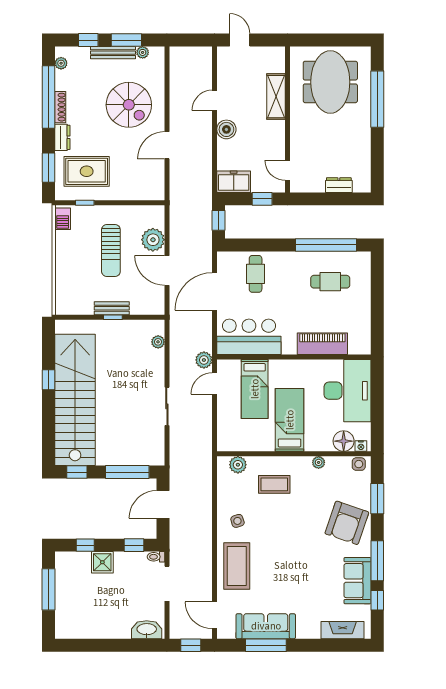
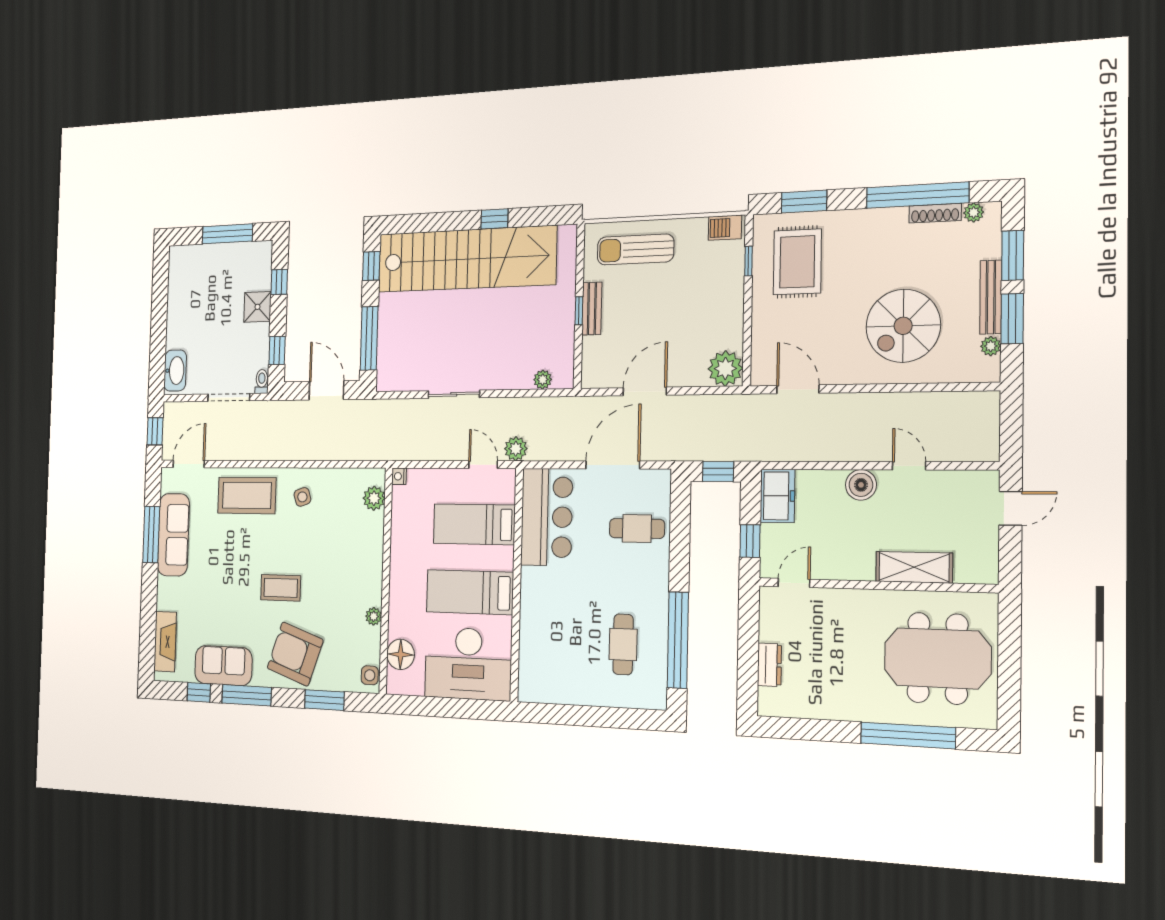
window: (88, 40) -> (1013, 255), width x1.50
shoe rack: (60, 107) -> (935, 213), moved
dresser: (62, 137) -> (852, 221), removed
door: (167, 145) -> (798, 389), moved
plant: (153, 240) -> (725, 368), moved
sun lounger: (111, 251) -> (635, 249), moved
door: (215, 291) -> (613, 465), hinge flipped
piano: (322, 344) -> (534, 629), removed
bed: (290, 420) -> (470, 592), moved, turned 180
nightstand: (361, 446) -> (399, 476), moved
coffee table: (274, 484) -> (281, 588), moved, turned 90

